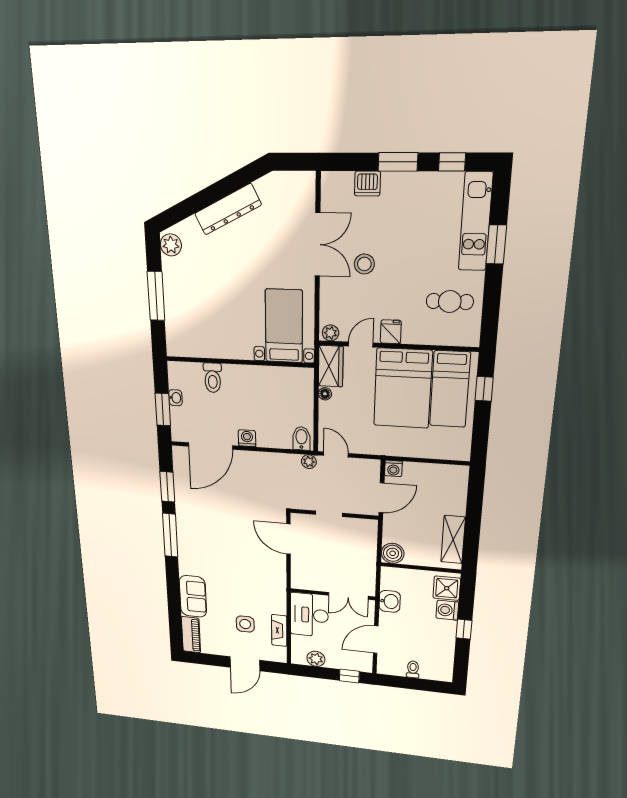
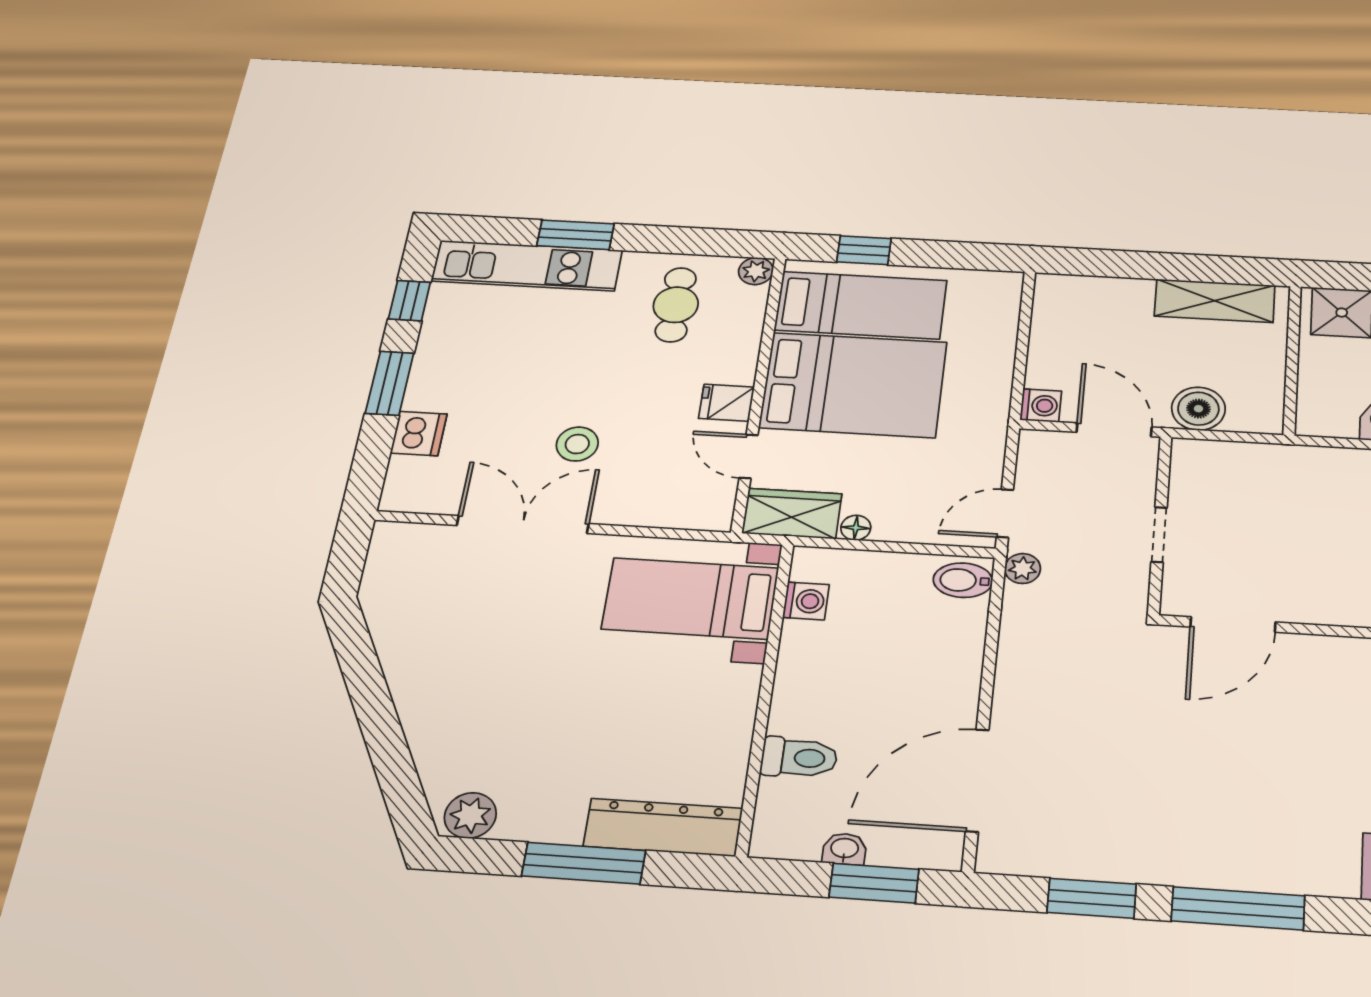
dresser: (228, 209) -> (663, 827), moved, turned -63
plant: (331, 333) -> (756, 271), moved
washing machine: (247, 438) -> (806, 601), moved, turned 180
door: (210, 446) -> (977, 780), swing flipped
boiler: (393, 553) -> (1198, 409), moved

